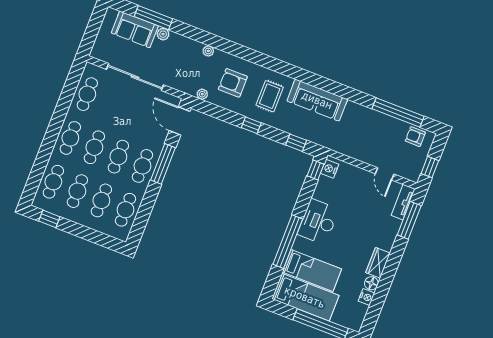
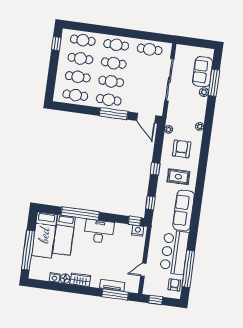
door: (180, 121) -> (146, 118), swing flipped
bar counter: (371, 126) -> (174, 252), added
tv unit: (403, 202) -> (112, 285), moved

